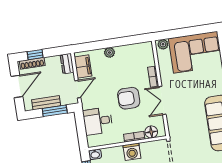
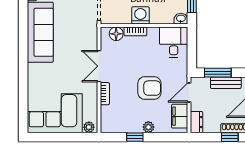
window: (120, 42) -> (135, 137), added
armchair: (129, 98) -> (149, 88), moved
double door: (162, 100) -> (99, 66), swing flipped
desk: (98, 121) -> (174, 42), moved, turned -90

